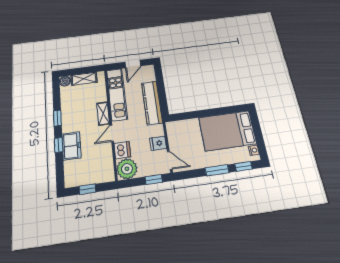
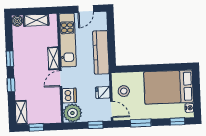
stool: (180, 139) -> (124, 91), added
freezer: (71, 146) -> (23, 87), removed
window: (217, 170) -> (141, 123), moved
shelving: (70, 174) -> (21, 112), added

